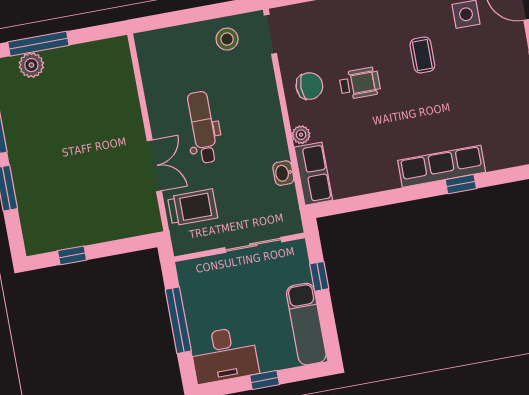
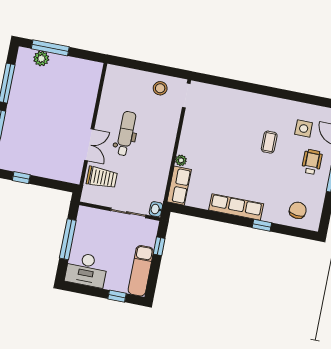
wheelchair: (360, 83) -> (312, 162), moved, turned -90
chair: (309, 86) -> (298, 210), moved, turned -84
row of seats: (442, 166) -> (236, 207), moved
washbasin: (283, 173) -> (156, 209), moved
window: (265, 380) -> (117, 296), moved

